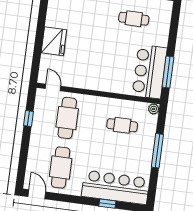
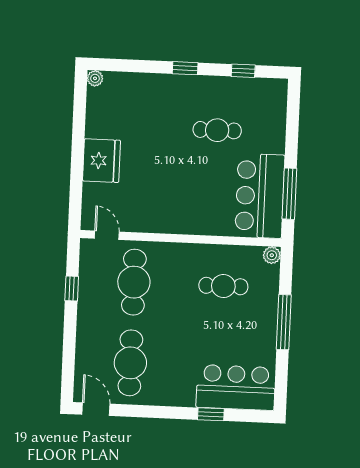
cafe table: (134, 19) -> (217, 130), moved
bar counter: (116, 187) -> (236, 387), width x0.73

